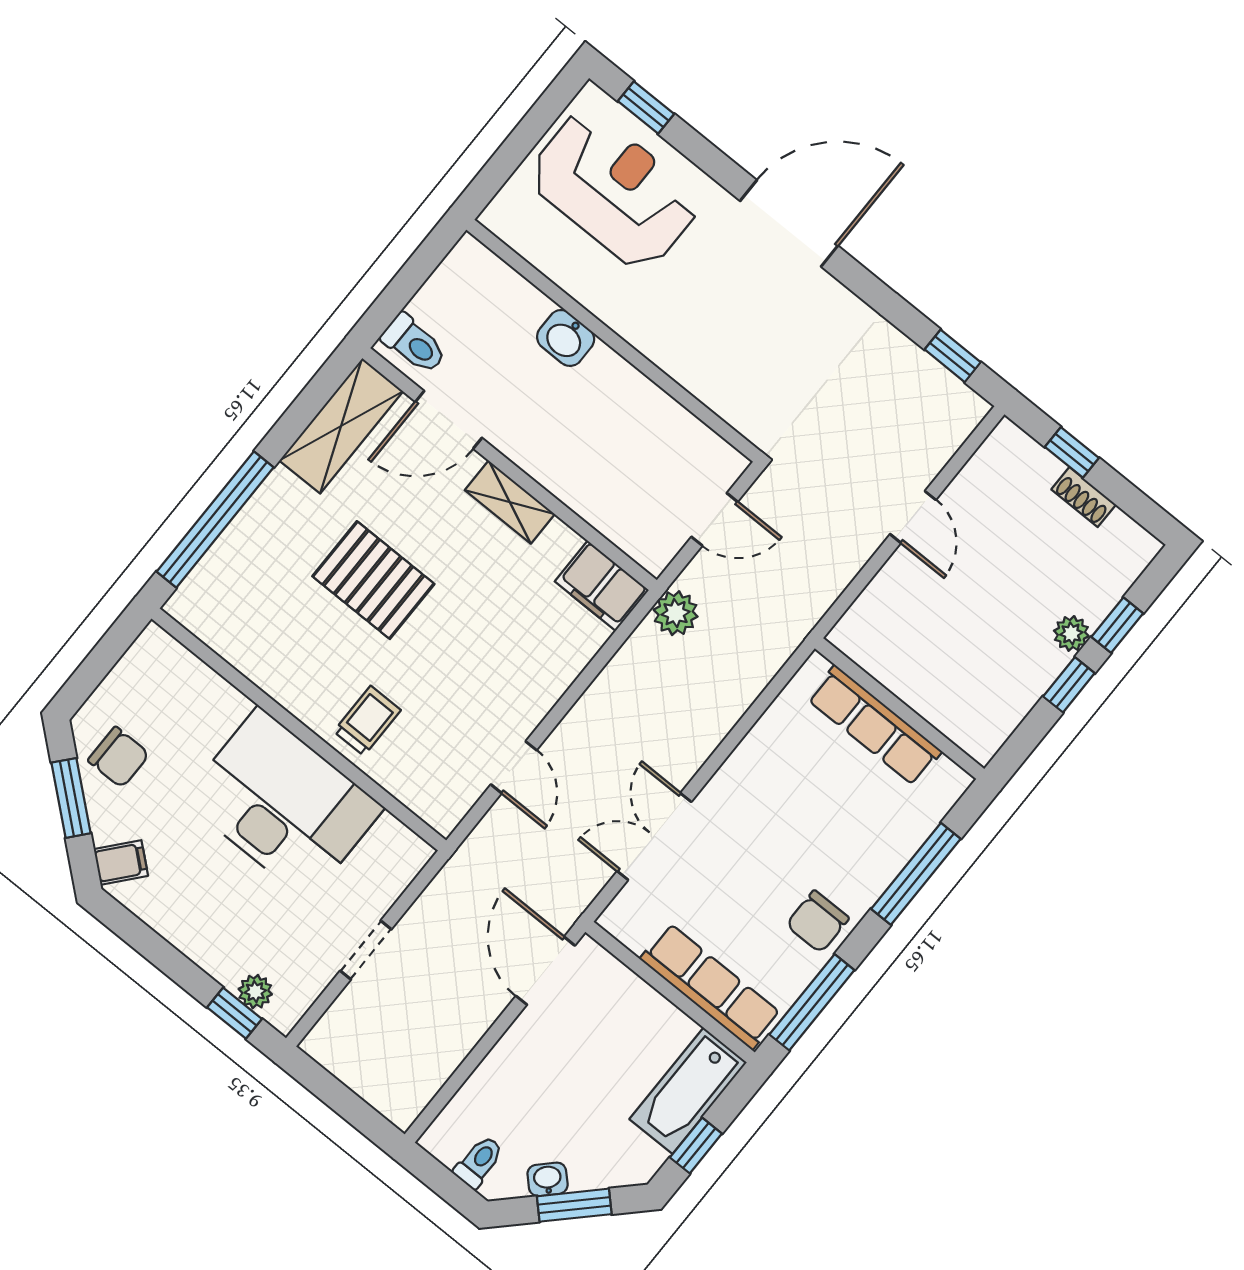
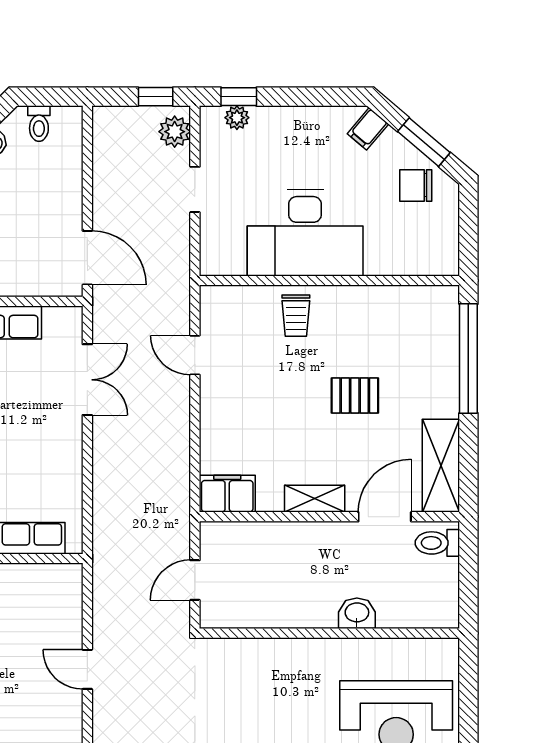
pallet: (373, 580) -> (355, 395), width x0.67, depth x0.71
plant: (676, 613) -> (175, 132), moved
window: (326, 1087) -> (156, 97), added

